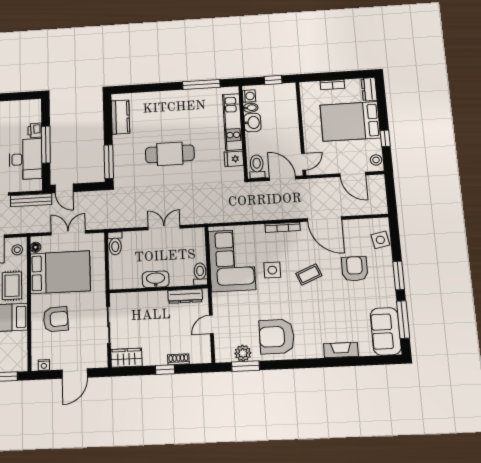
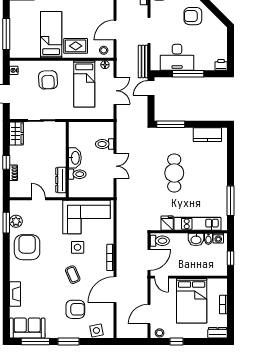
bed: (350, 121) -> (192, 301), moved, turned 180
printer: (35, 130) -> (221, 65), moved
toilet: (115, 243) -> (105, 144), moved
bed: (60, 272) -> (84, 84), width x0.67
toilet: (200, 274) -> (77, 174), moved

